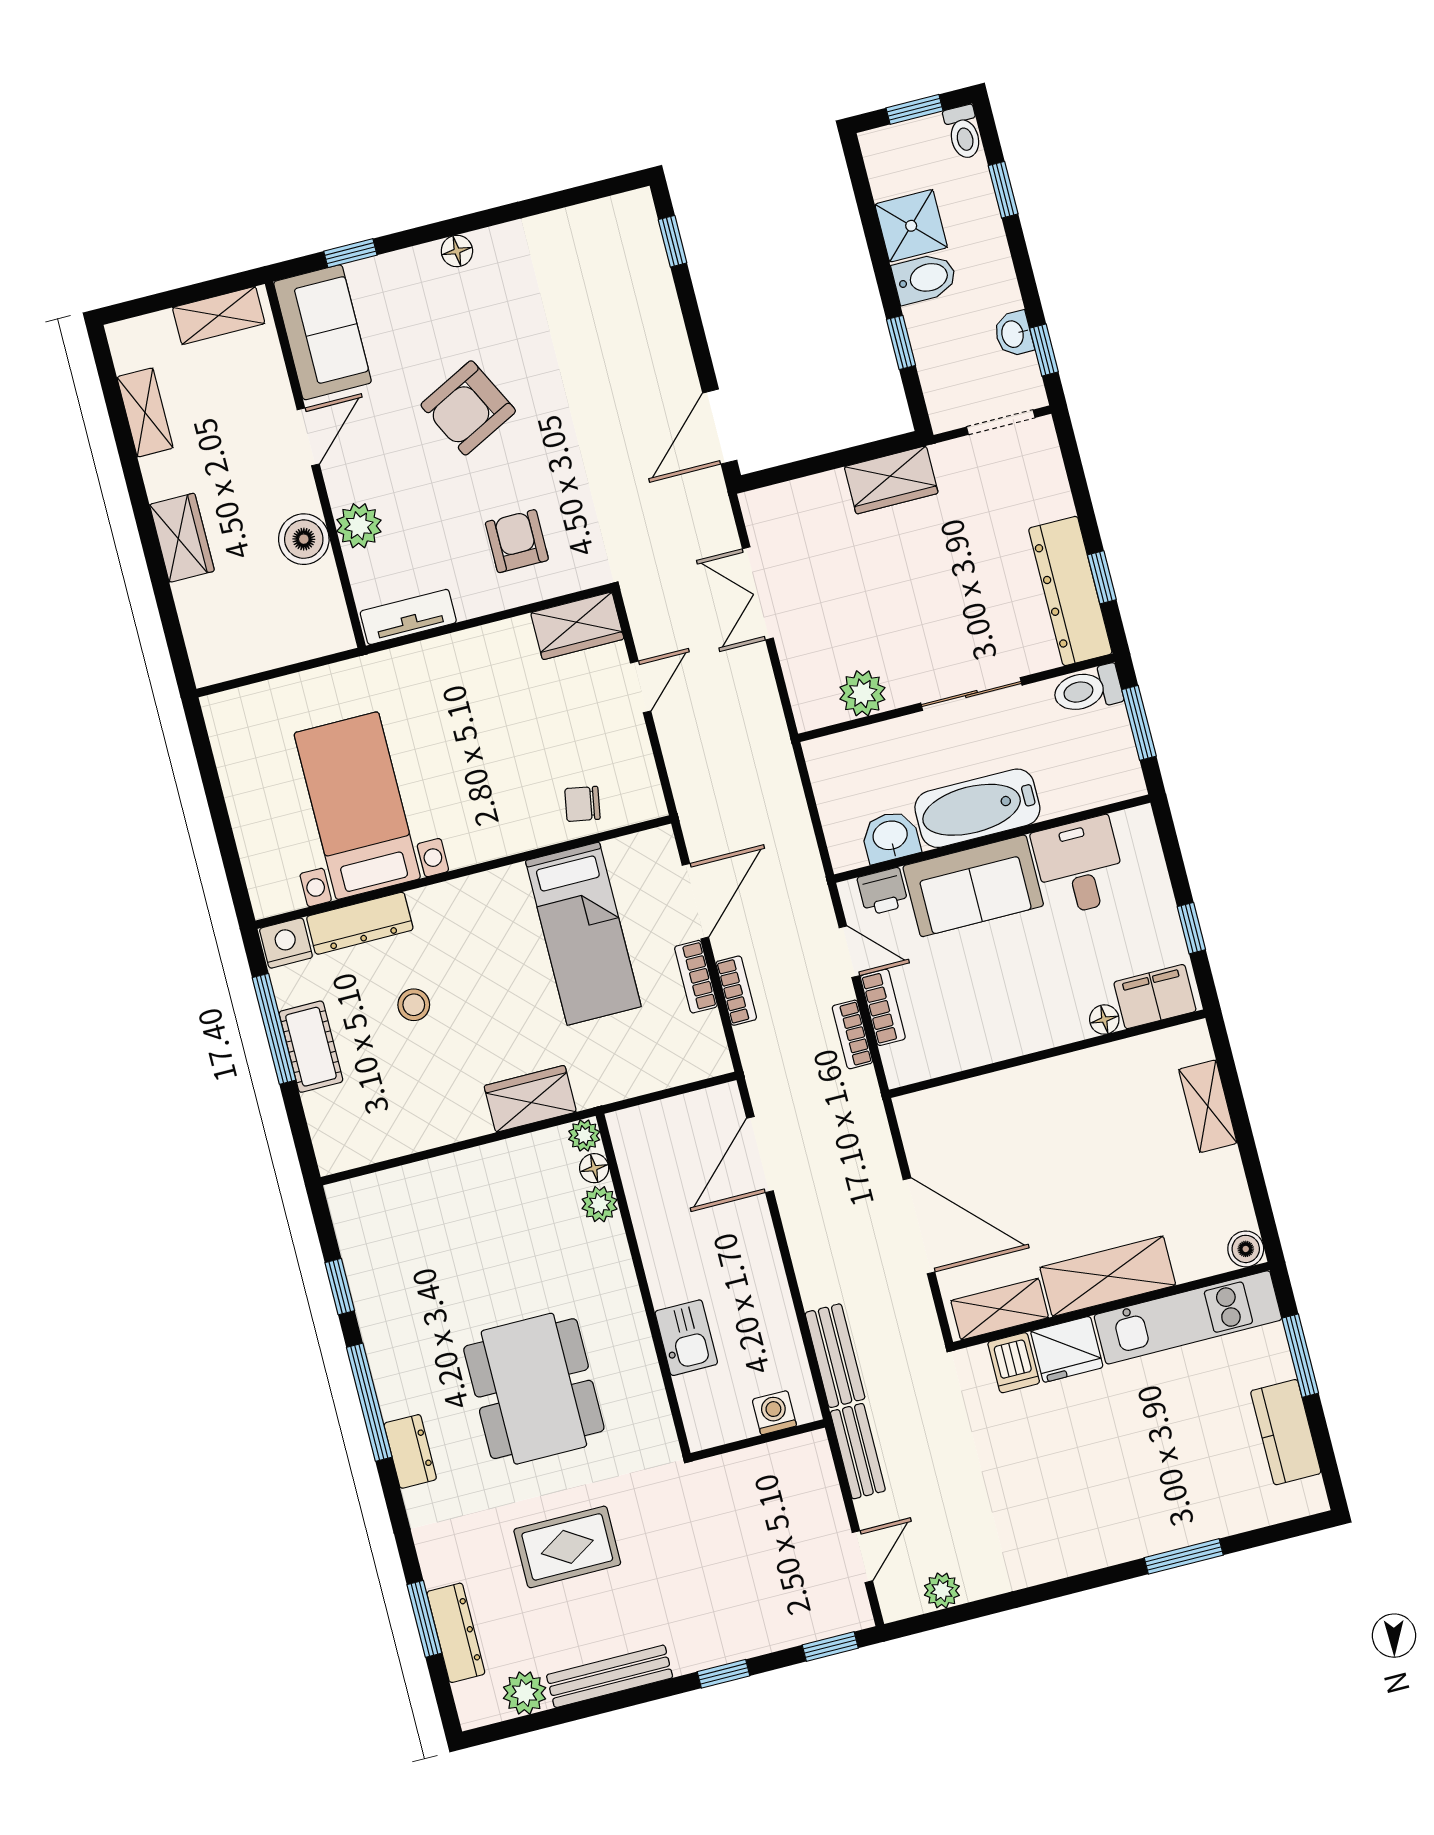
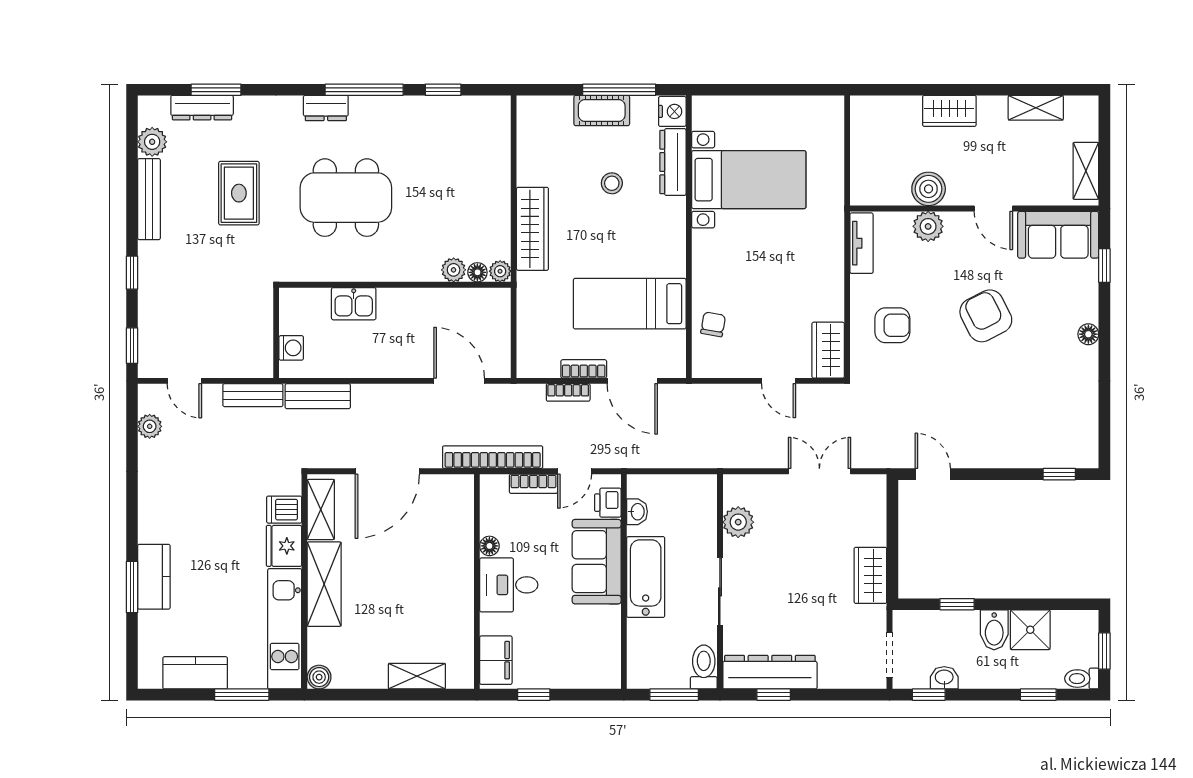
door: (720, 427) -> (933, 474), width x0.73
washbasin: (890, 837) -> (637, 512), width x0.72, depth x0.69
desk: (1079, 866) -> (509, 585), moved, turned 180
floor lamp: (1104, 1020) -> (489, 546), moved
bookcase: (852, 1034) -> (493, 457), width x2.31, depth x1.31
wardrobe: (530, 1099) -> (532, 229), width x1.50
kitchen counter: (1161, 1528) -> (154, 577), added

